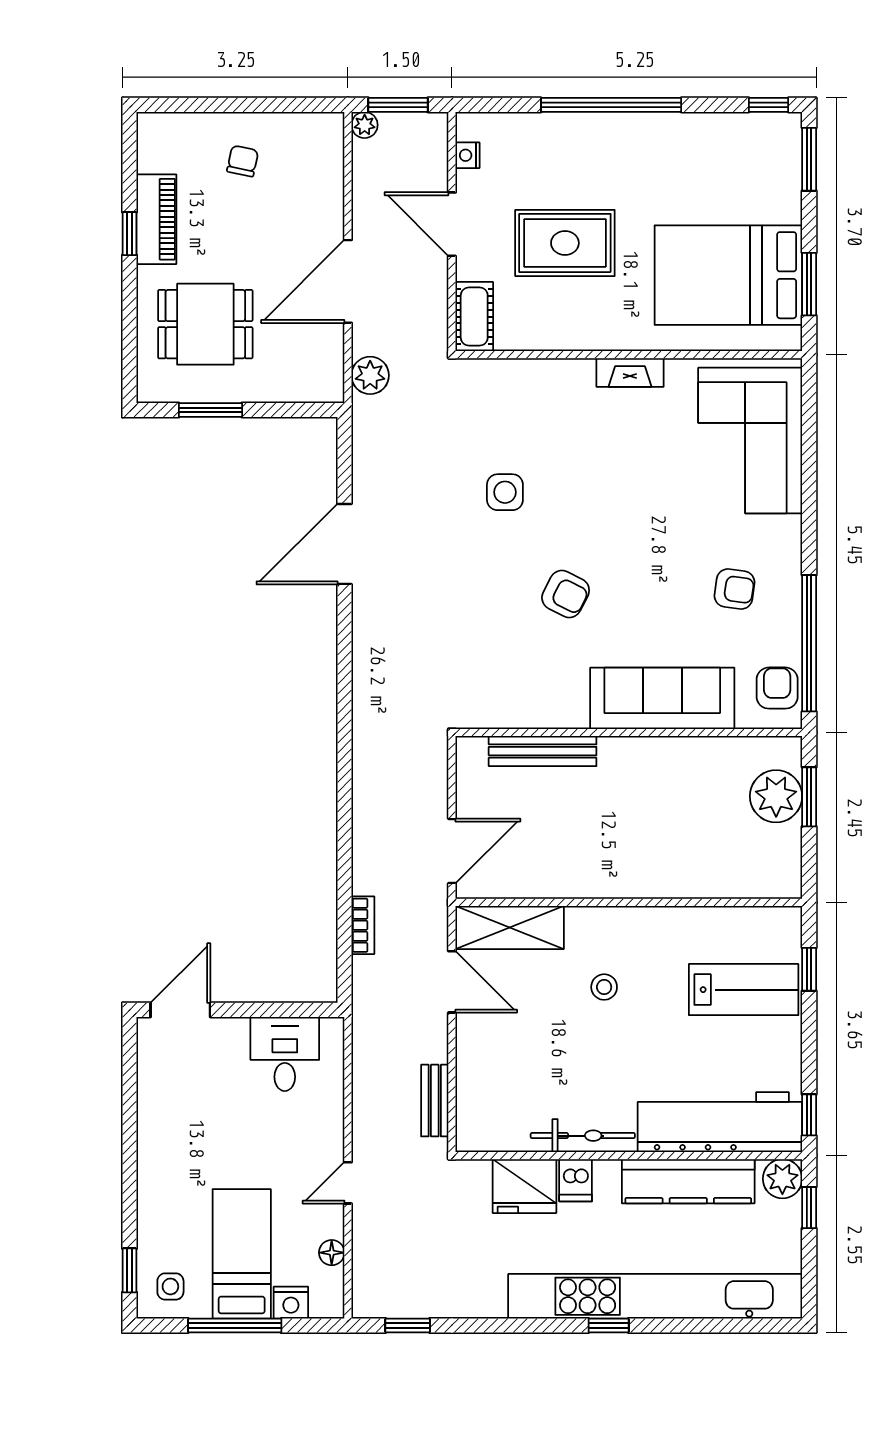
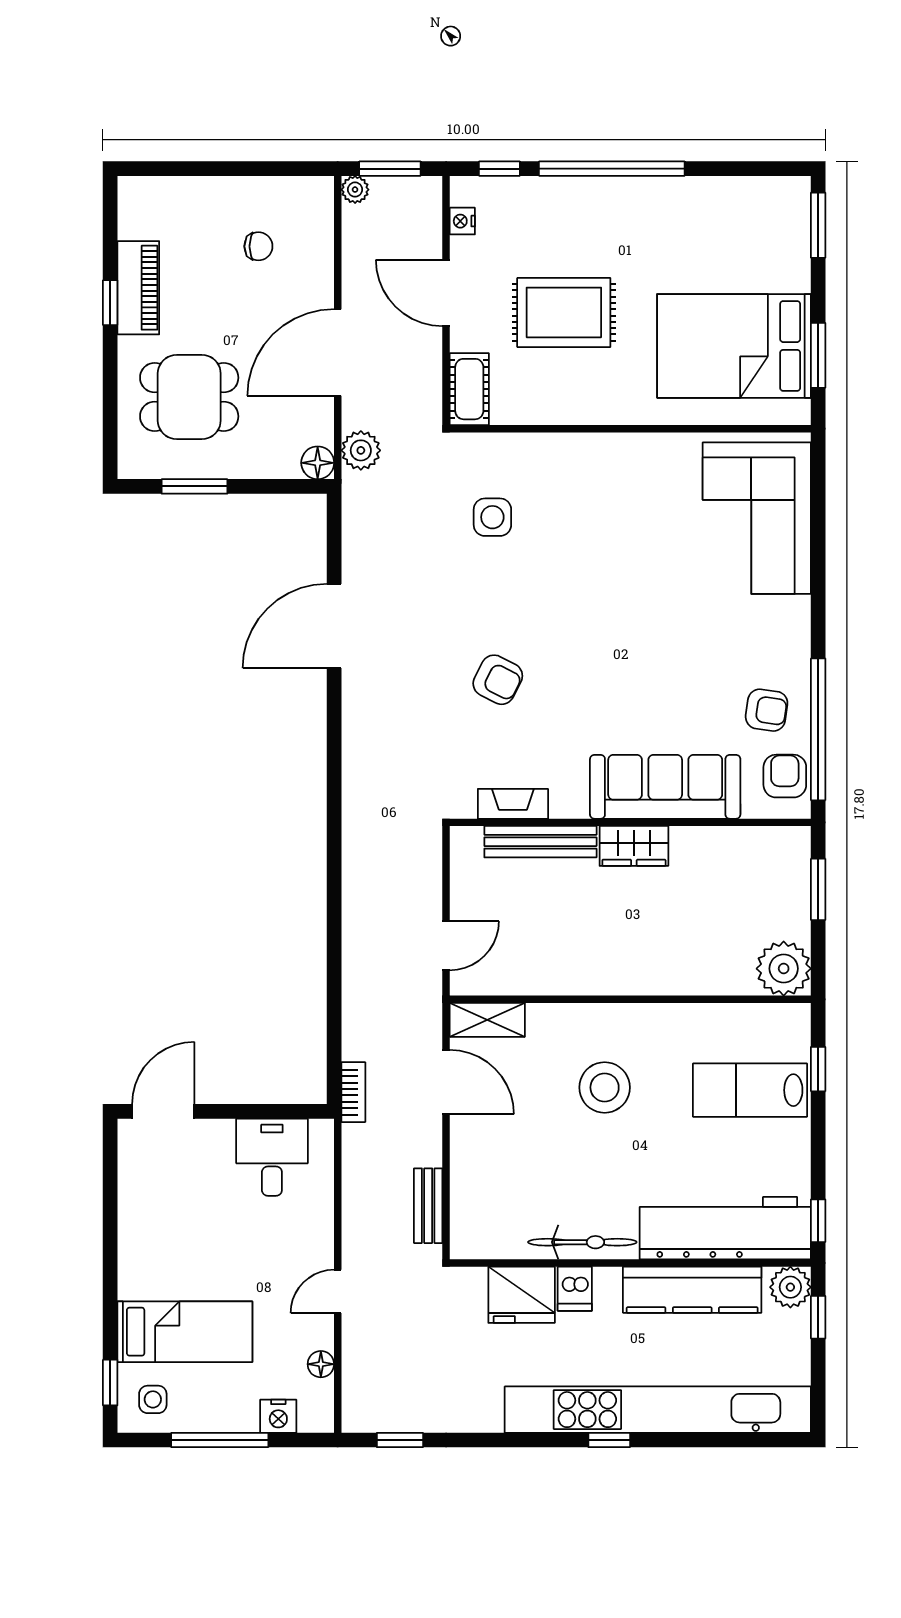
window: (769, 105) -> (499, 169), moved
chair: (243, 161) -> (258, 246), moved, turned 78
fireplace: (630, 372) -> (513, 804), moved, turned 180
floor lamp: (329, 387) -> (318, 463), added
side table: (505, 492) -> (492, 517), moved
armchair: (734, 589) -> (767, 710), moved
armchair: (566, 594) -> (498, 680), moved
wardrobe: (632, 755) -> (634, 846), added
plant: (776, 796) -> (784, 969), moved
door: (452, 851) -> (446, 946), width x0.73
bookcase: (363, 925) -> (353, 1092), moved
shelving: (510, 928) -> (487, 1020), width x0.67, depth x0.75
stool: (604, 987) -> (605, 1087), width x1.89, depth x1.89
lab bench: (744, 990) -> (750, 1090), turned 180
bed: (242, 1254) -> (185, 1332), moved, turned 90

